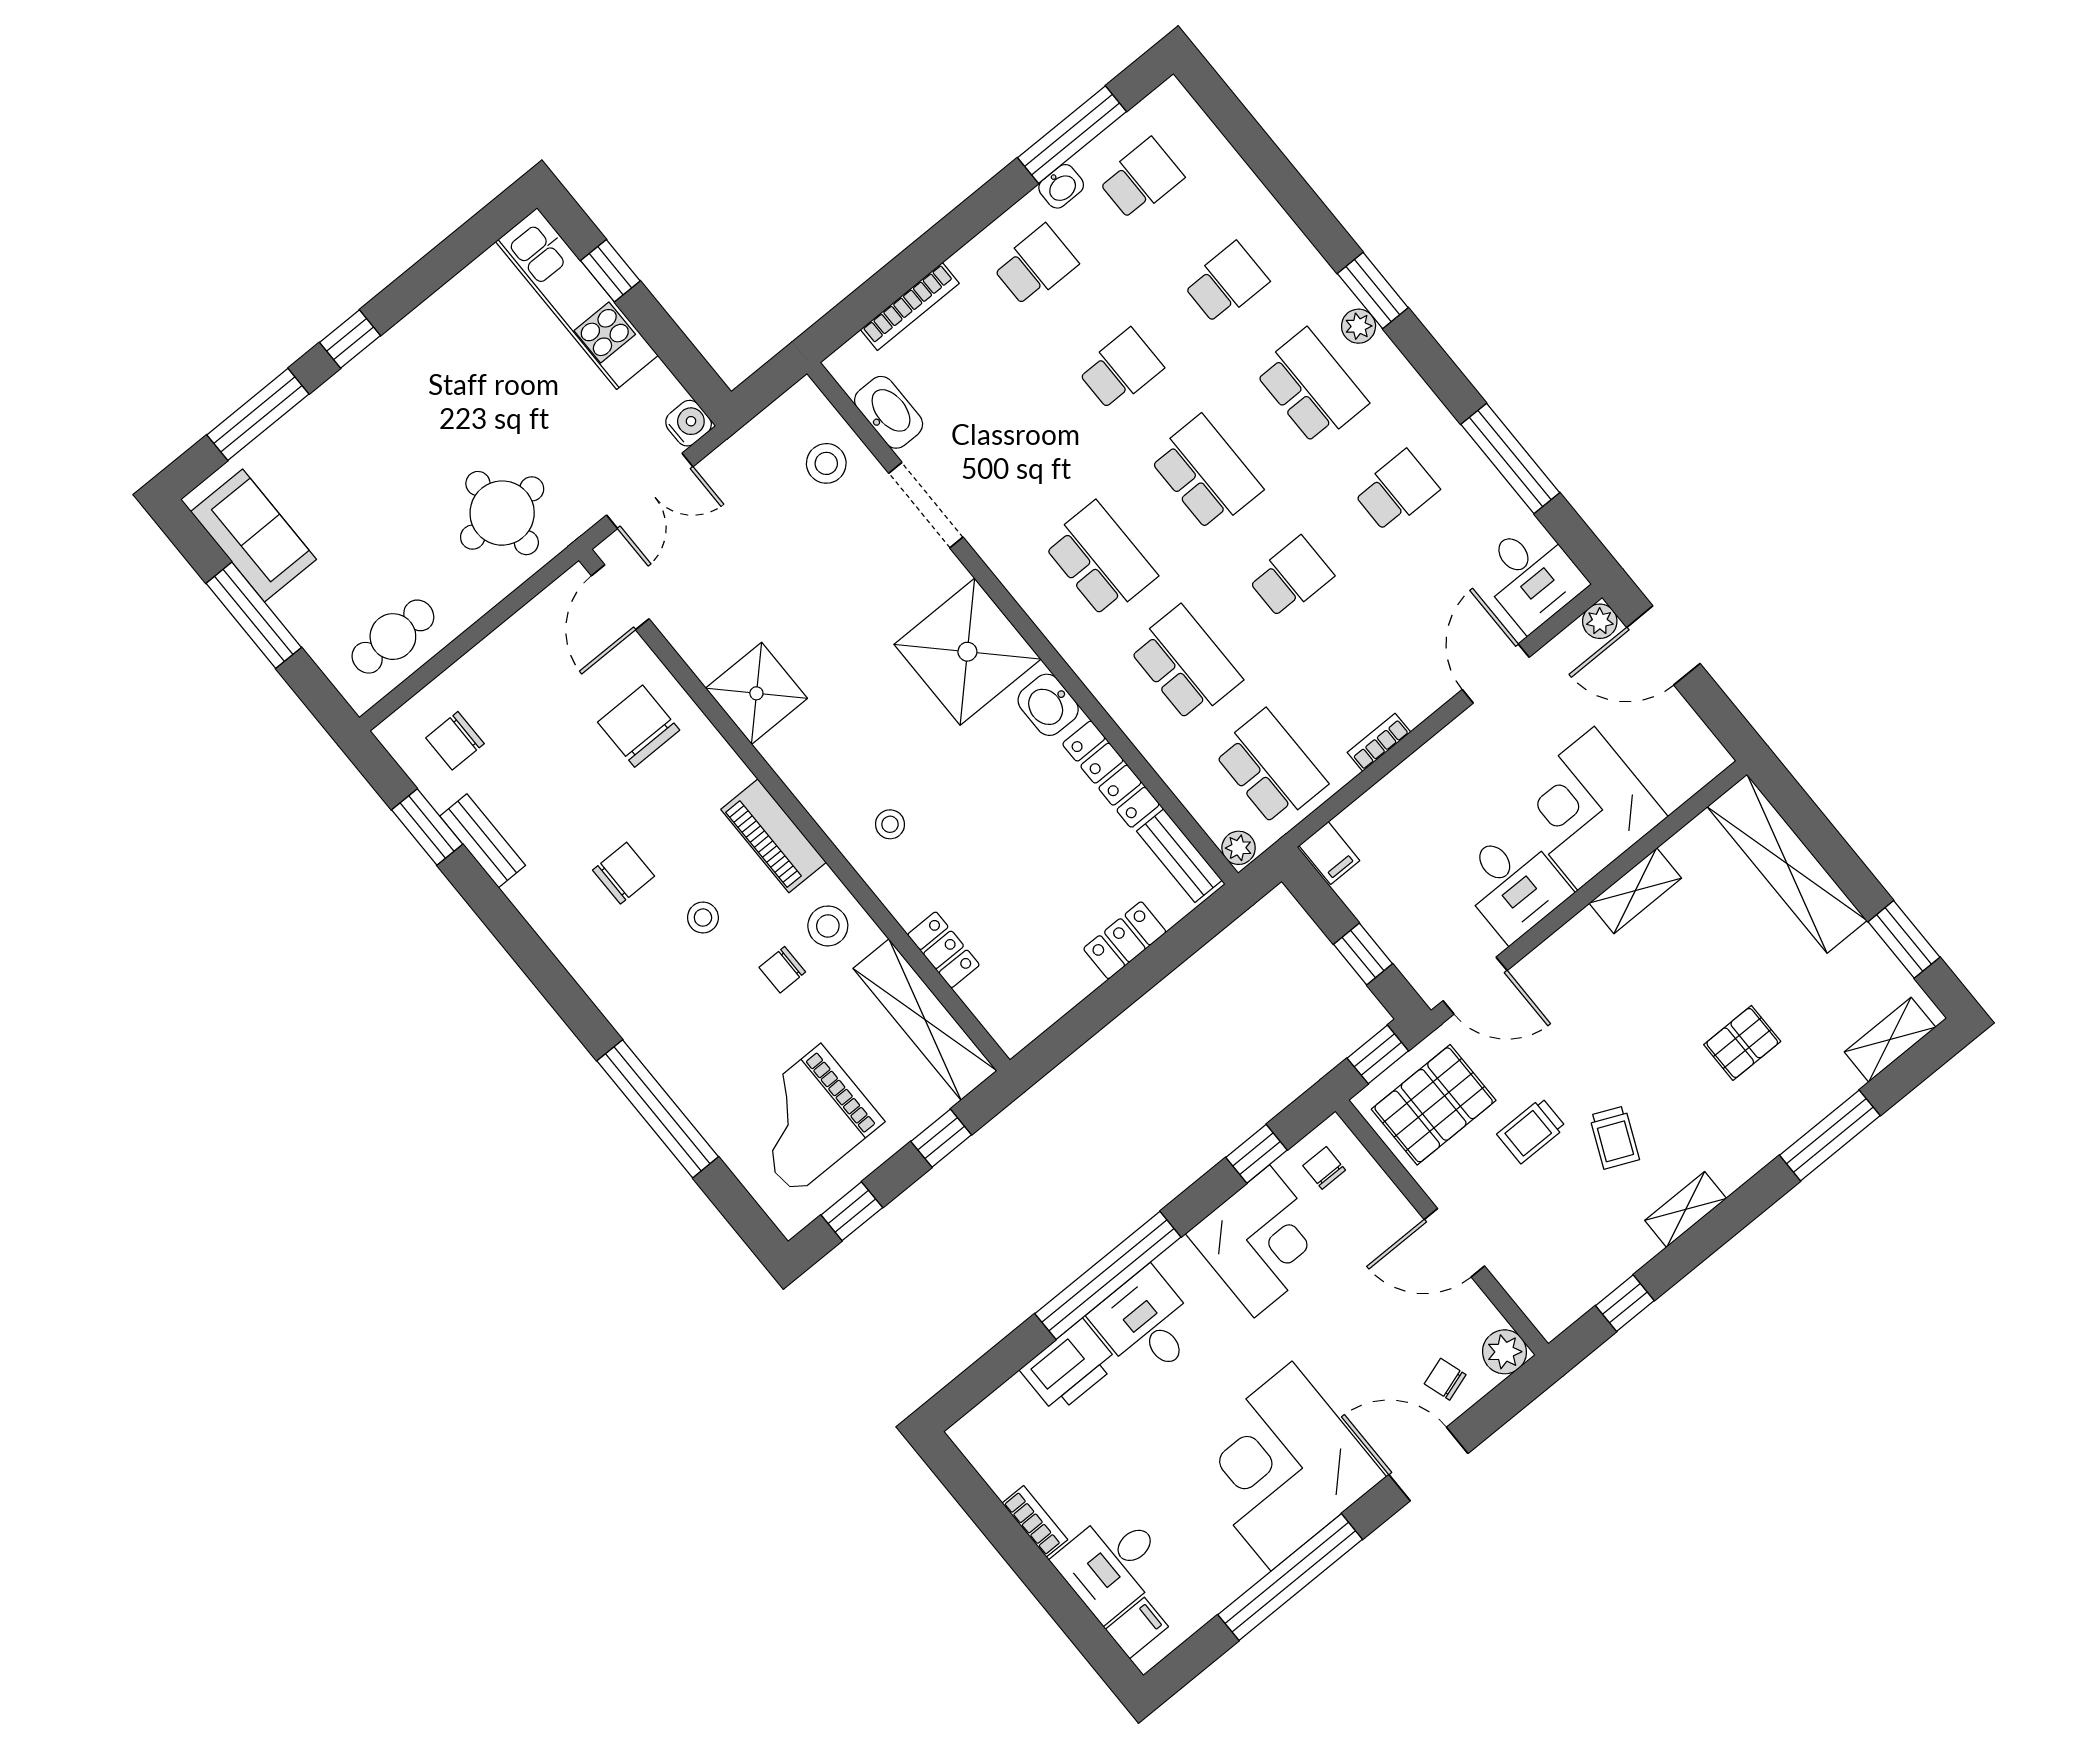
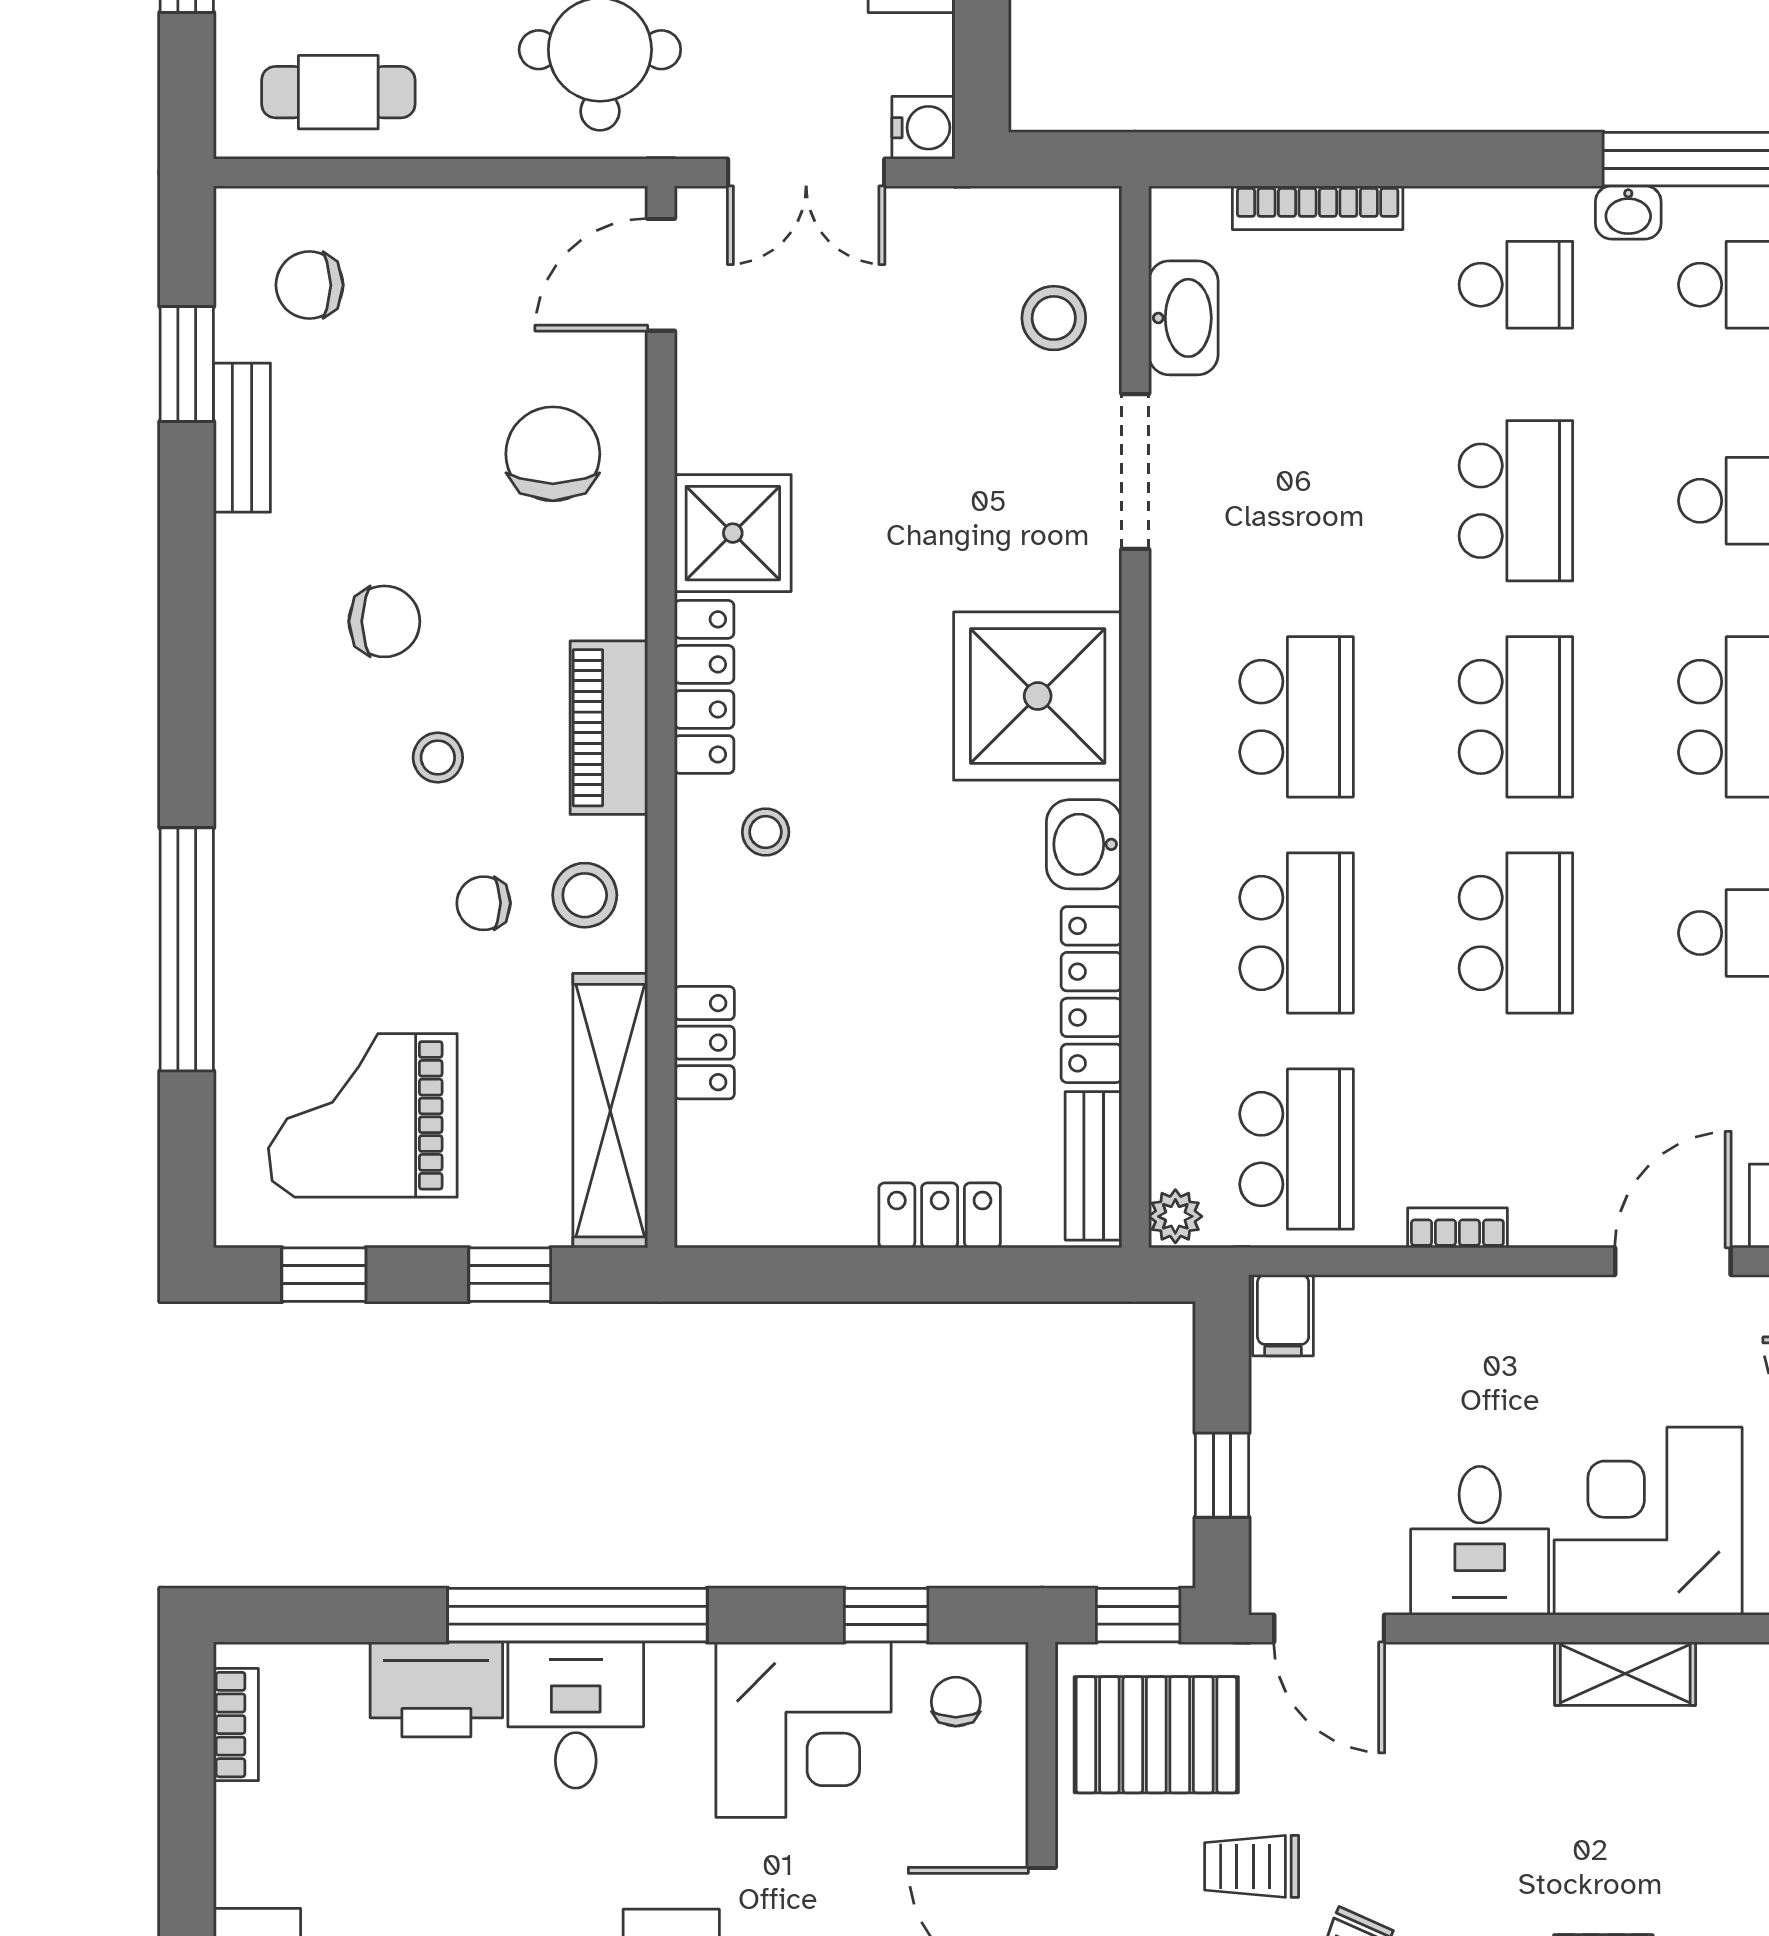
school desk: (1121, 369) -> (1516, 501), width x1.85
school desk: (1291, 577) -> (1516, 933), width x1.85
locker: (803, 779) -> (704, 687), added
bookcase: (1035, 1521) -> (236, 1725), moved

